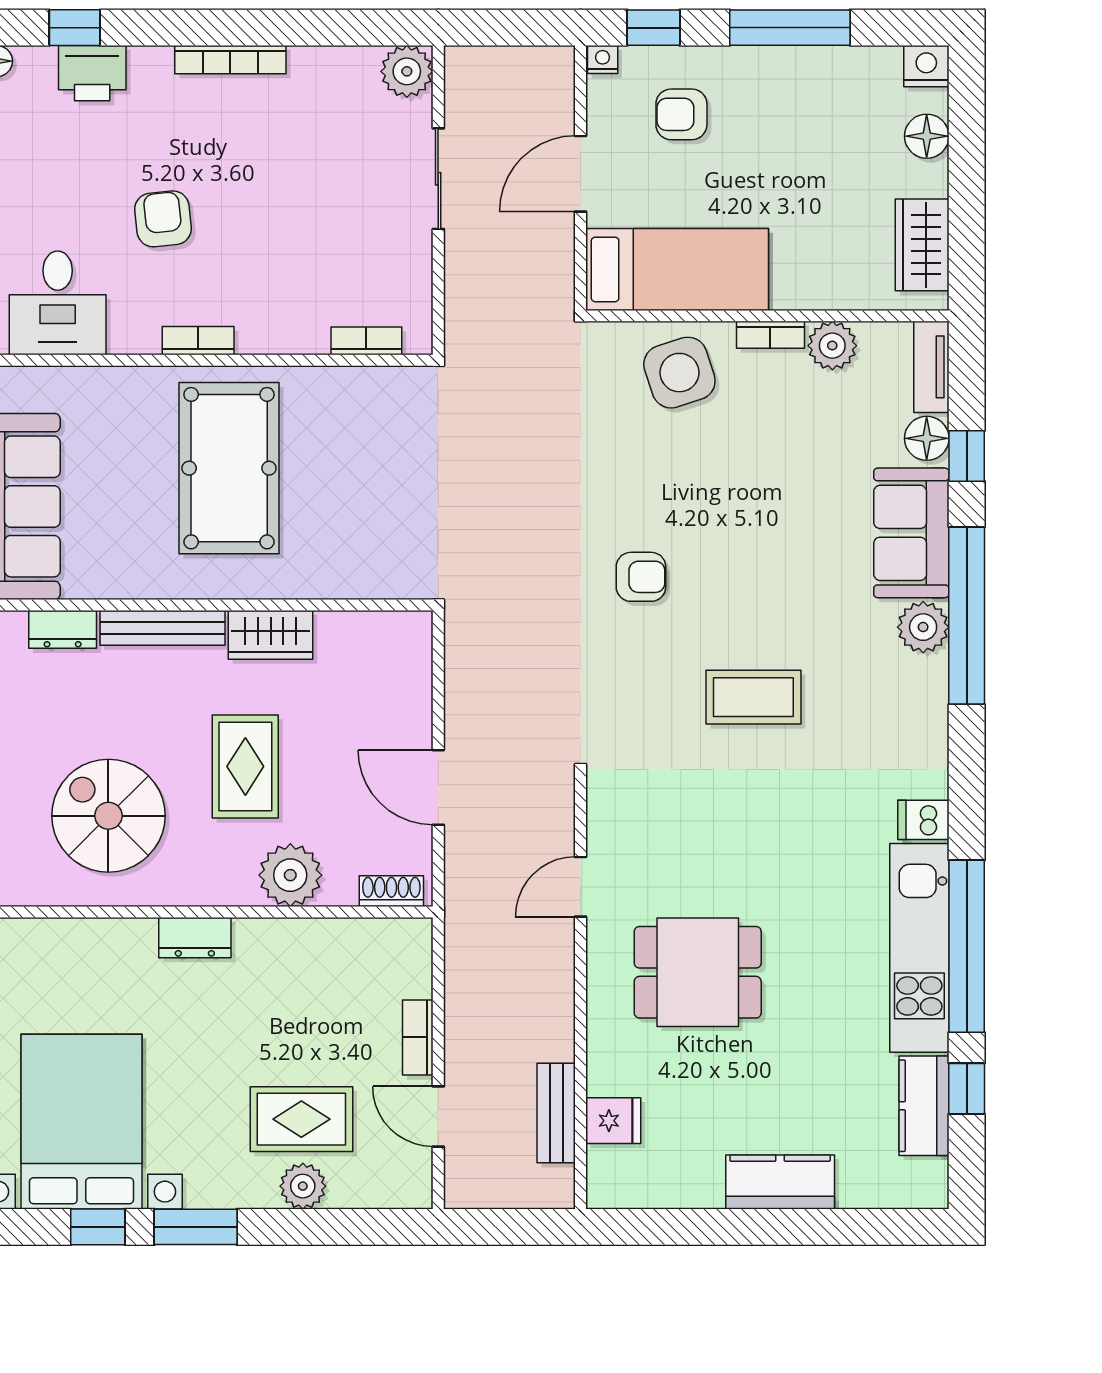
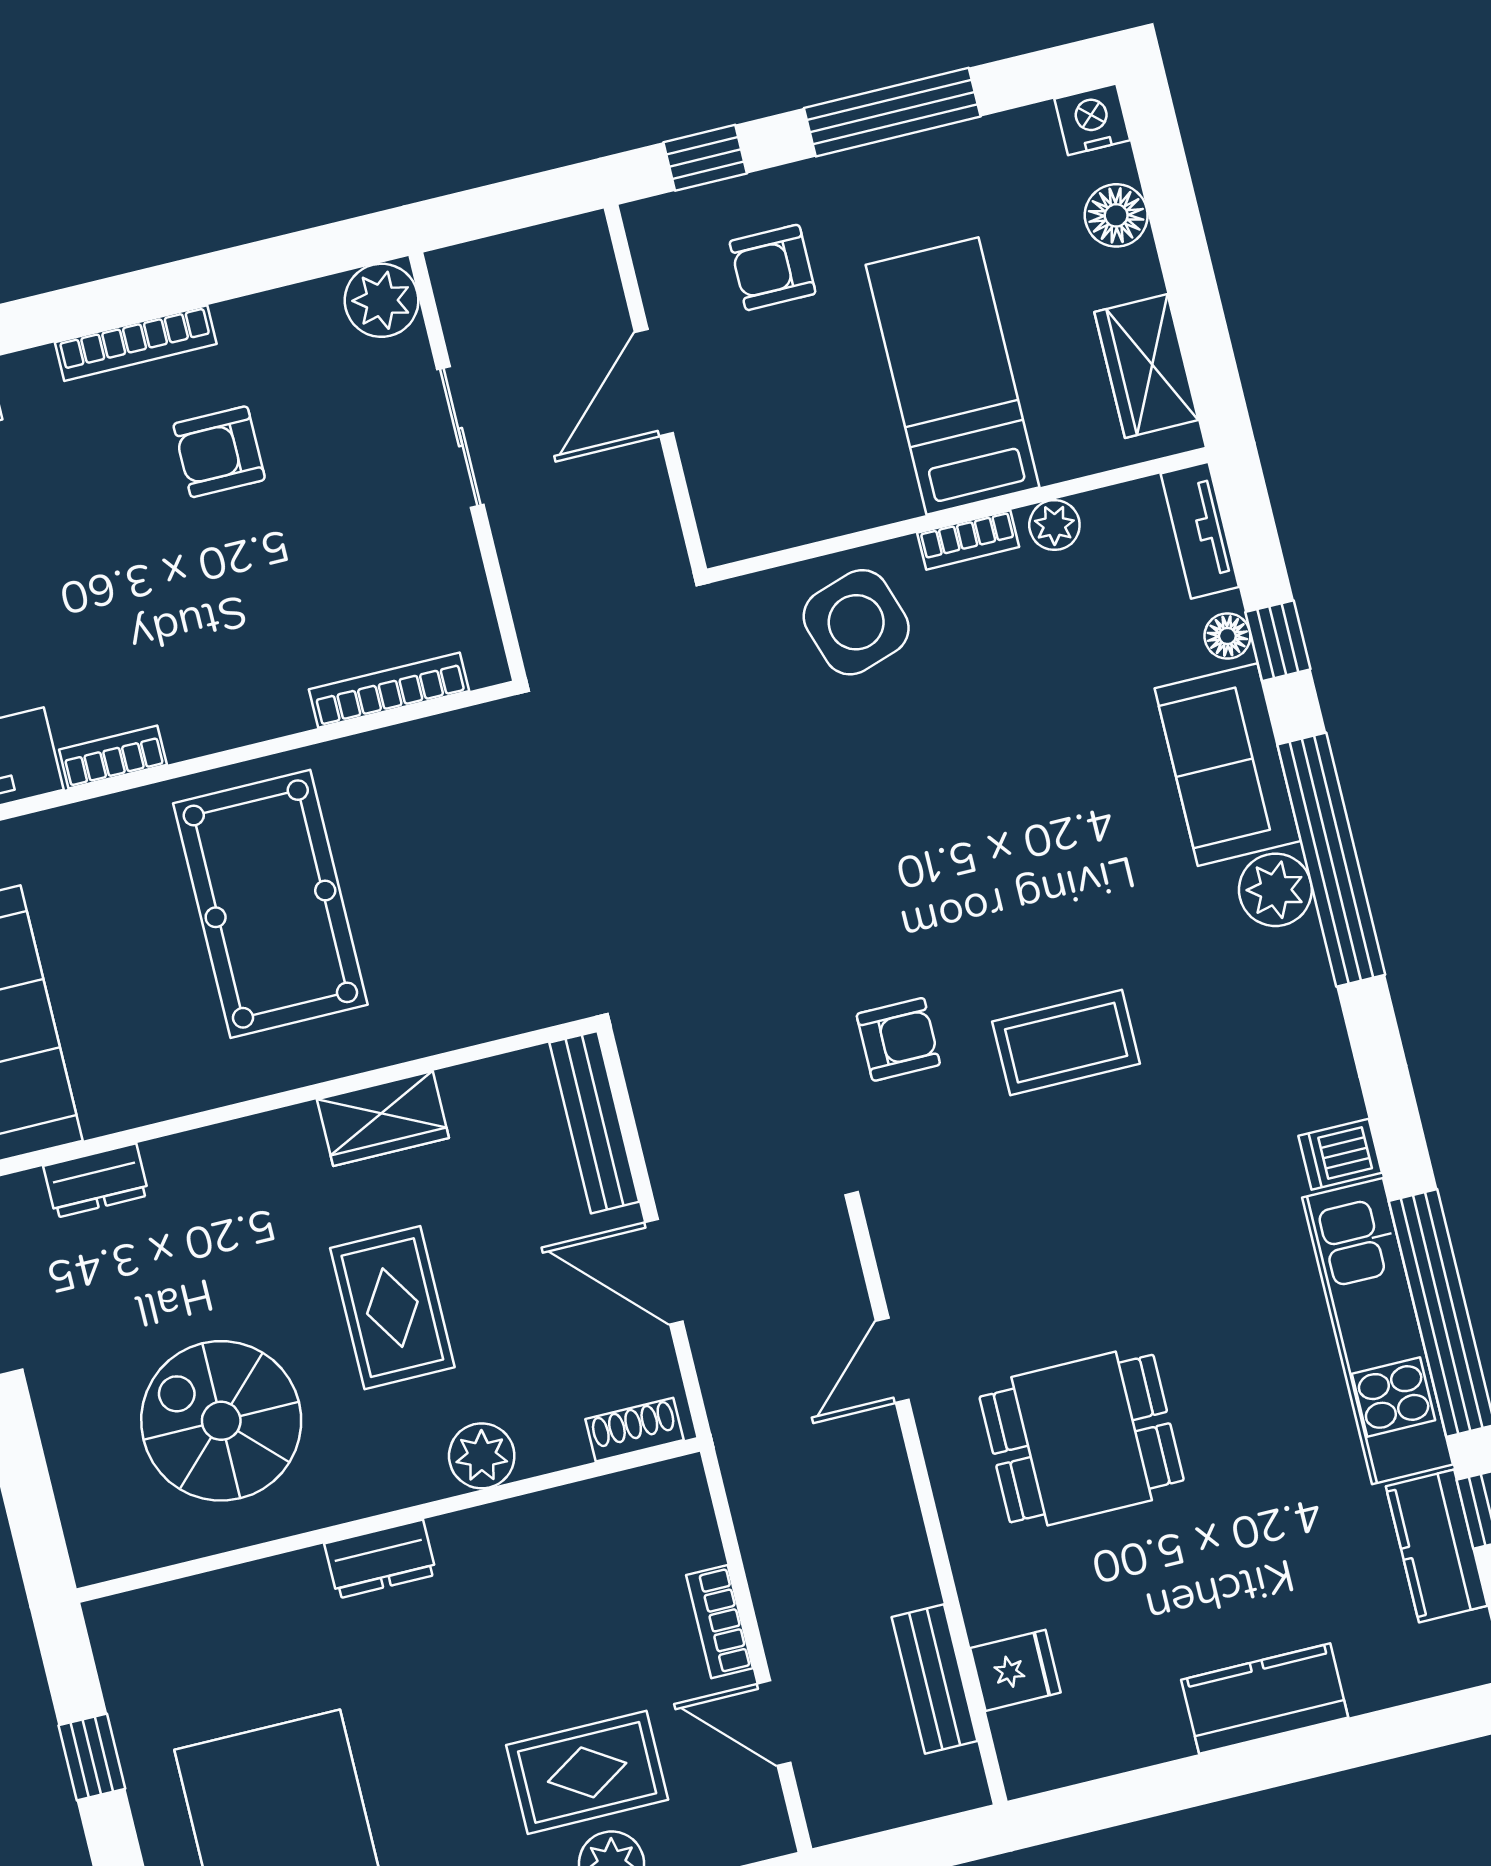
nightstand: (603, 60) -> (646, 219), removed
armchair: (163, 219) -> (219, 452), moved, turned -84
bed: (677, 269) -> (953, 376), moved, turned -90
bookcase: (198, 341) -> (113, 757), moved
bookcase: (366, 341) -> (389, 690), width x1.56
plant: (832, 346) -> (1054, 525), width x0.73, depth x0.73
floor lamp: (927, 438) -> (1227, 636), width x0.73, depth x0.73
armchair: (641, 577) -> (898, 1039), moved
bench: (162, 628) -> (594, 1122), moved, turned 90
plant: (290, 875) -> (482, 1456), width x0.73, depth x0.73

